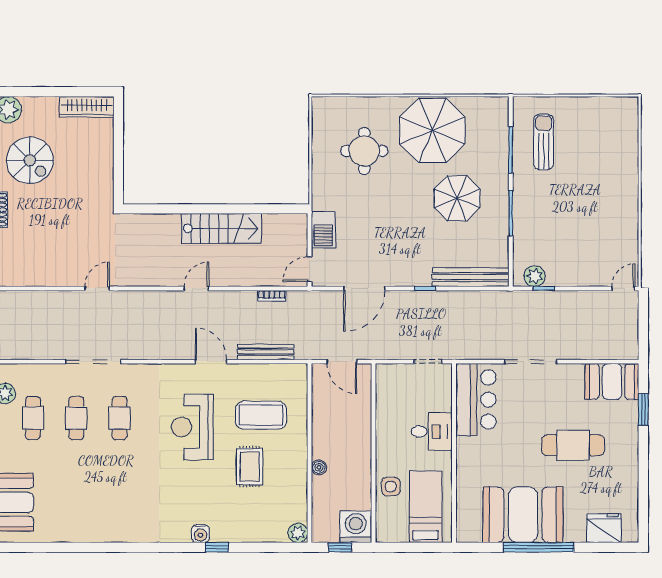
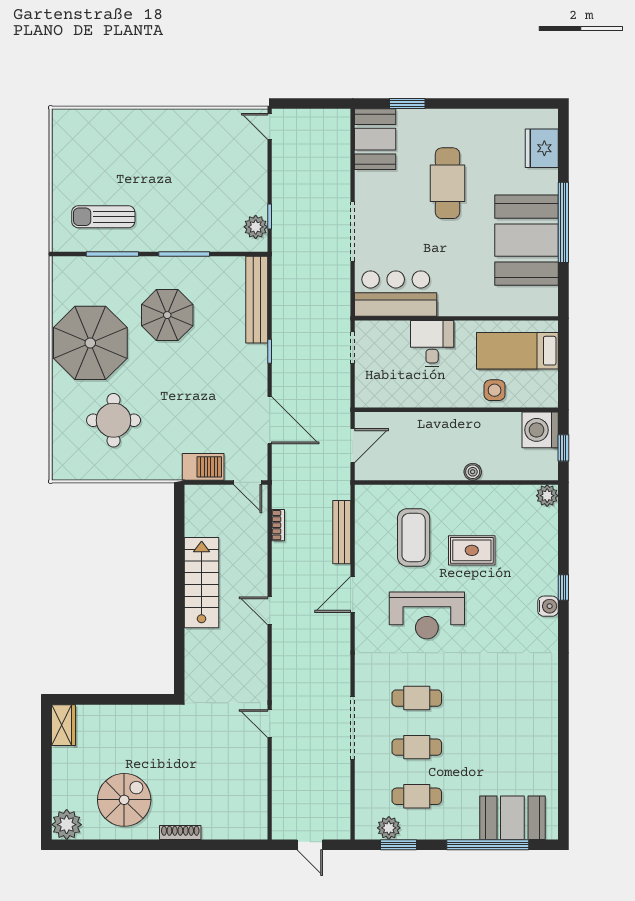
wardrobe: (87, 107) -> (64, 725), width x0.67

